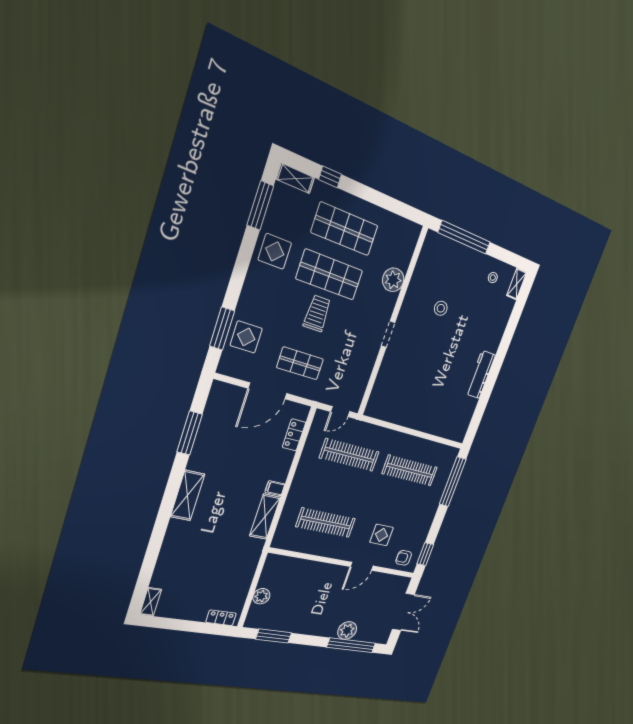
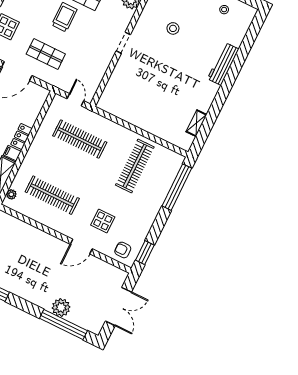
shelving: (517, 284) -> (196, 123), moved
workbench: (481, 374) -> (223, 64), moved
door: (340, 412) -> (75, 100), swing flipped
locker: (294, 435) -> (21, 137), moved
clothes rail: (410, 470) -> (135, 166), turned 90
plant: (280, 533) -> (11, 194), added

